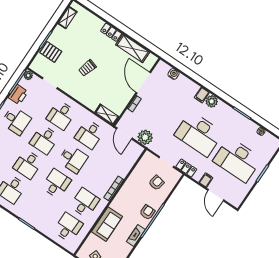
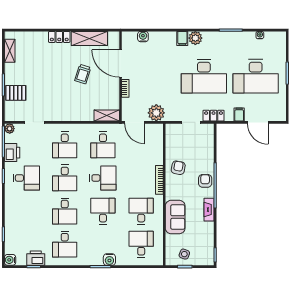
trolley: (87, 68) -> (83, 74), moved
armchair: (156, 183) -> (178, 168), moved
water cooler: (37, 223) -> (109, 260), added

